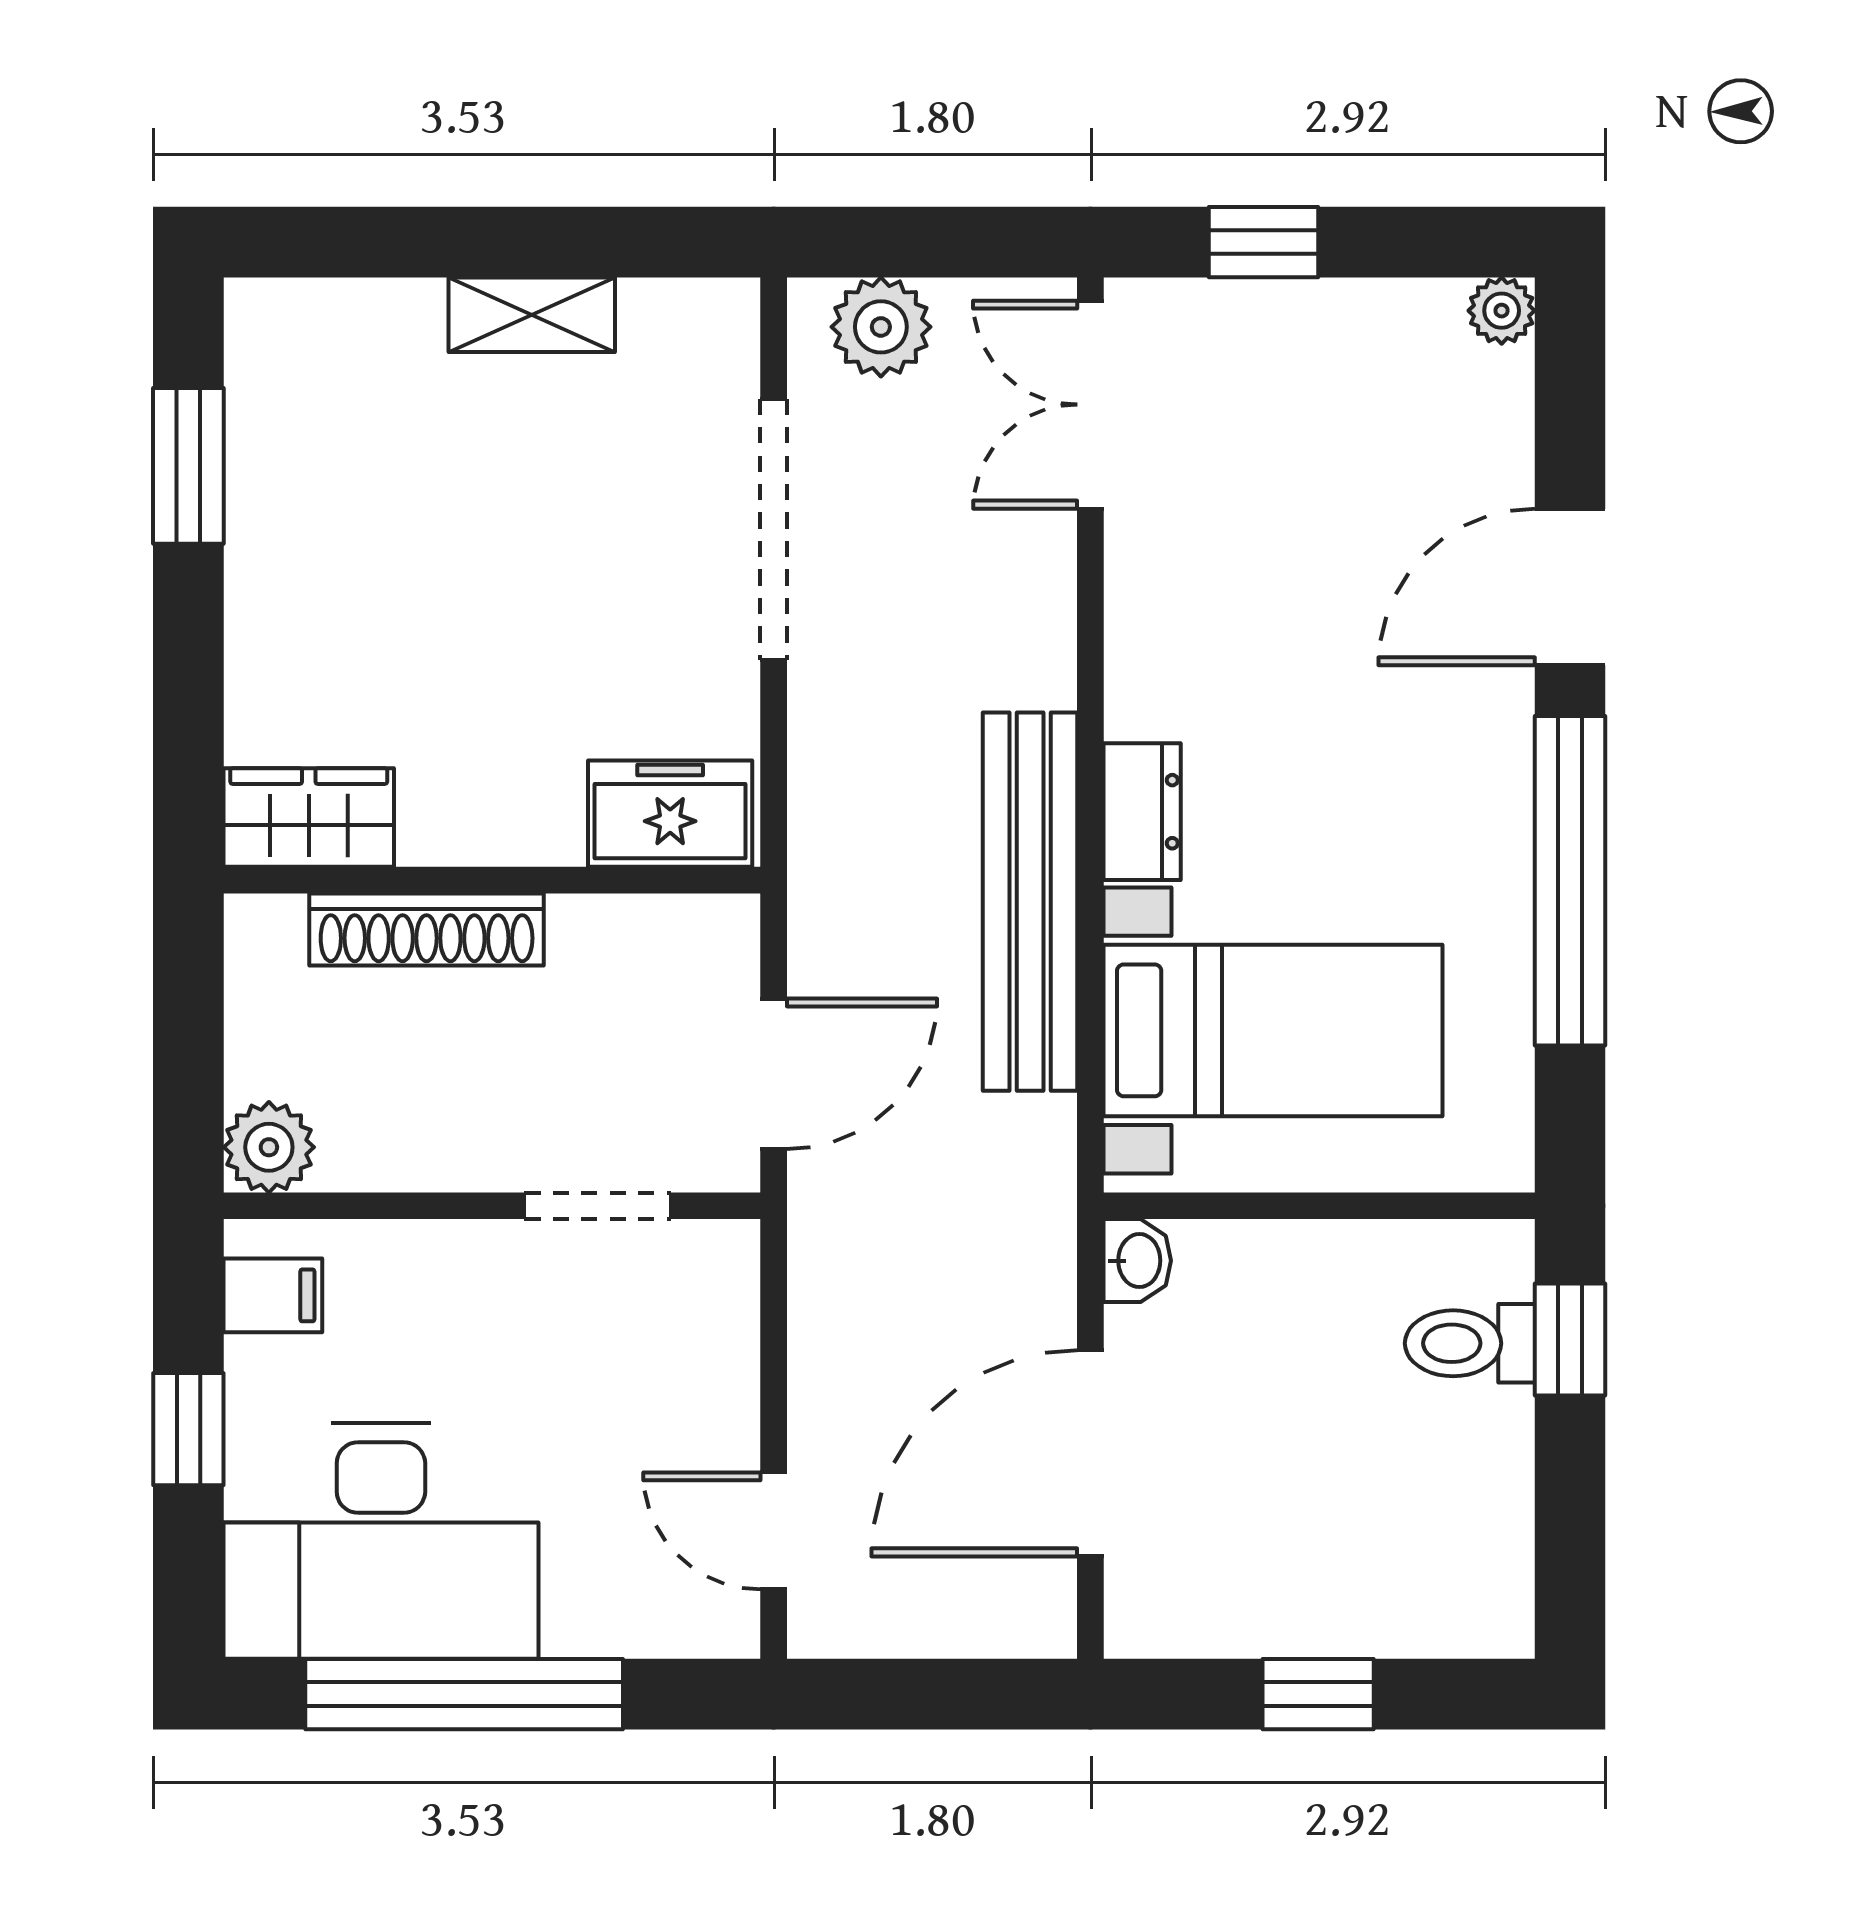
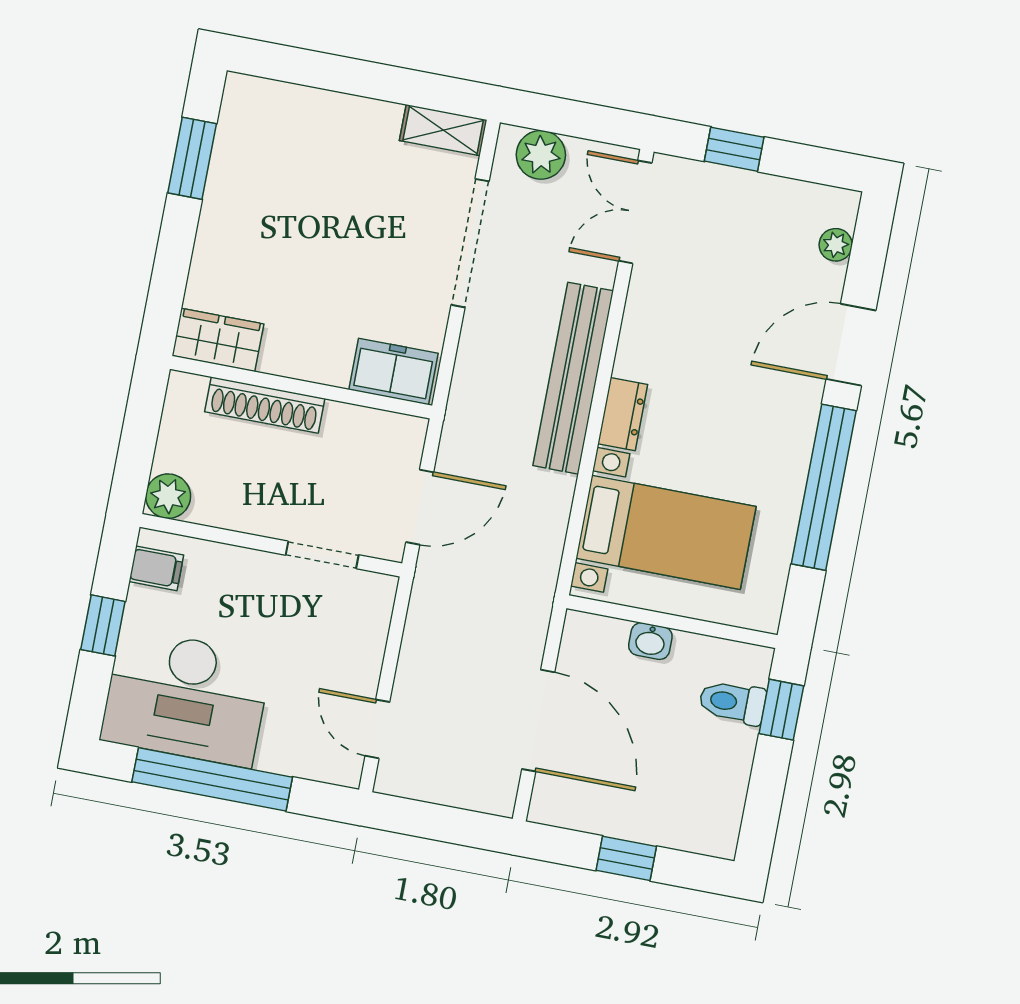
plant: (1502, 311) -> (836, 245), moved
shelving: (532, 315) -> (443, 130), moved
bench: (1030, 902) -> (573, 378), moved
washbasin: (1137, 1261) -> (650, 641), moved, turned 90
door: (1090, 1453) -> (538, 721), swing flipped

